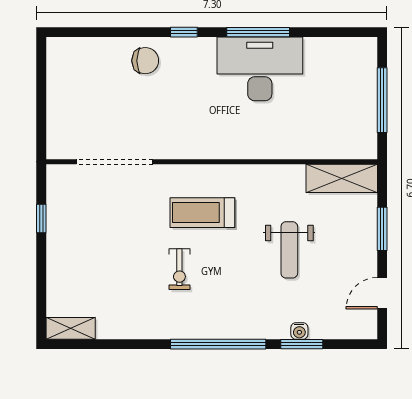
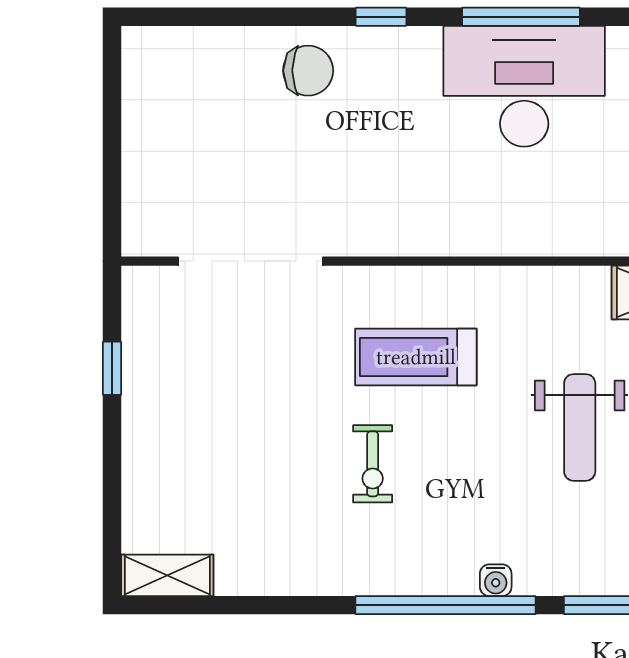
water cooler: (299, 331) -> (496, 580), moved

